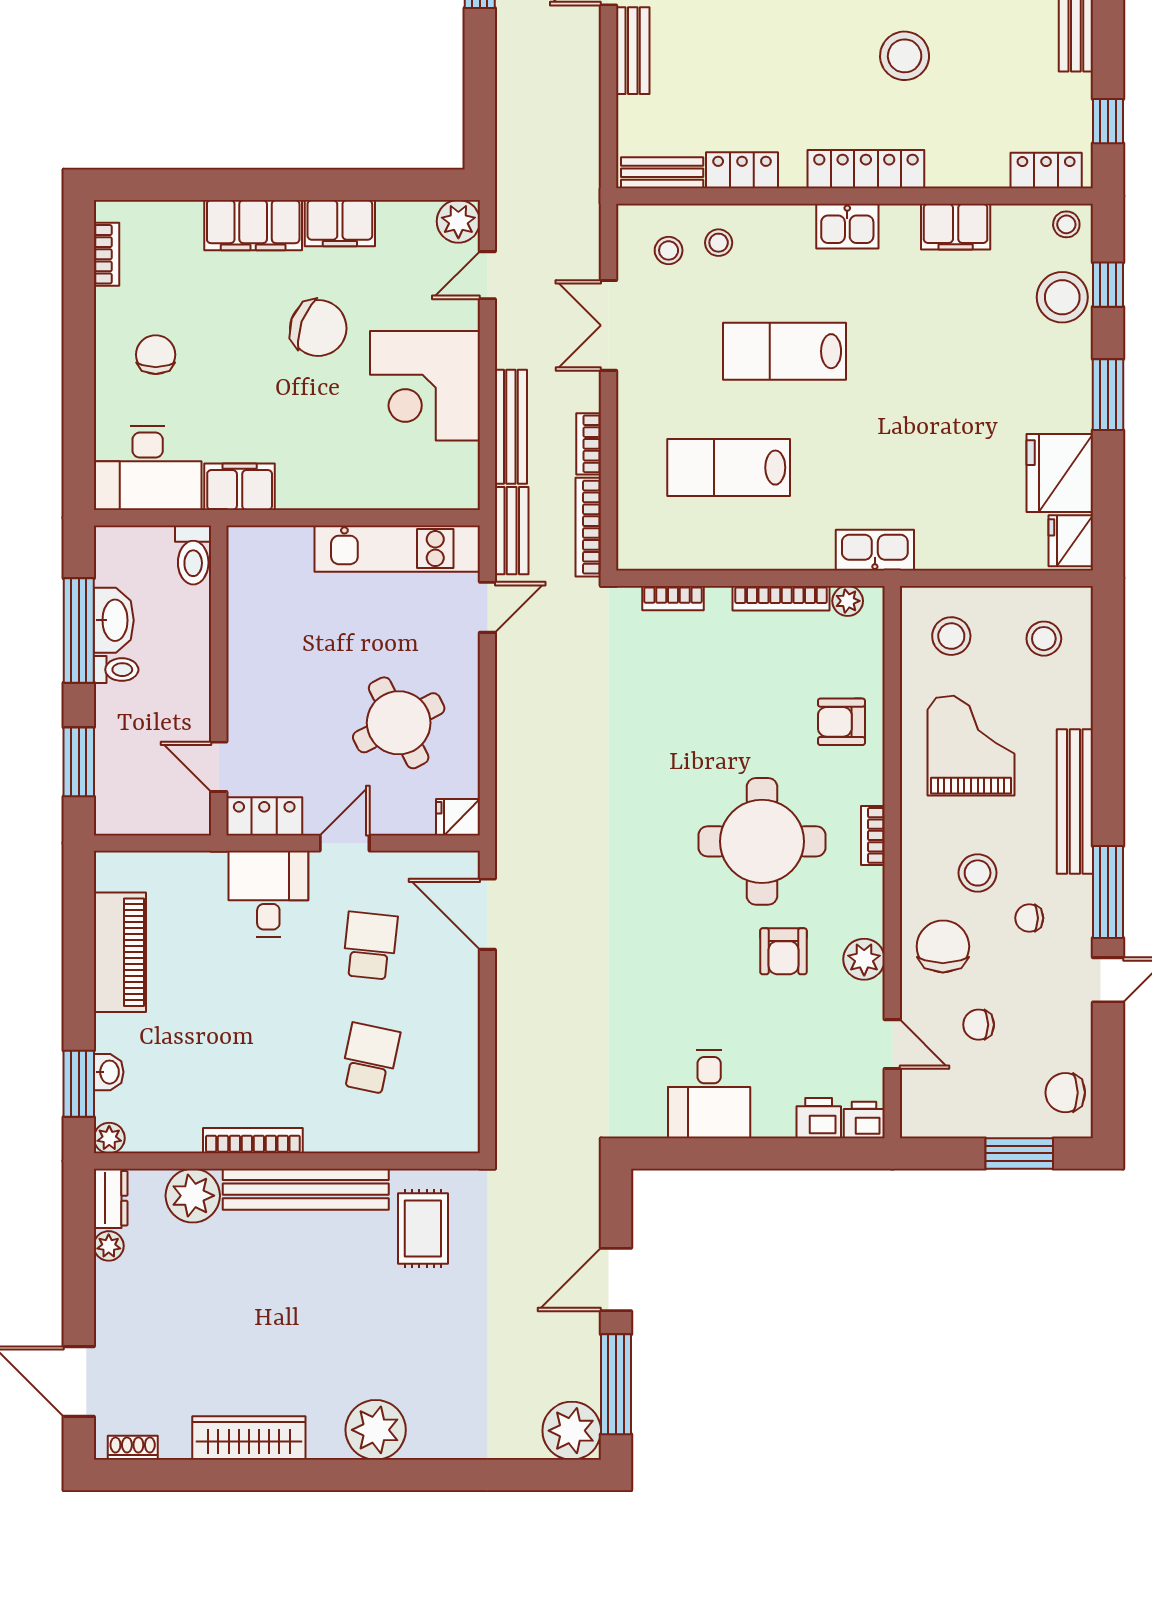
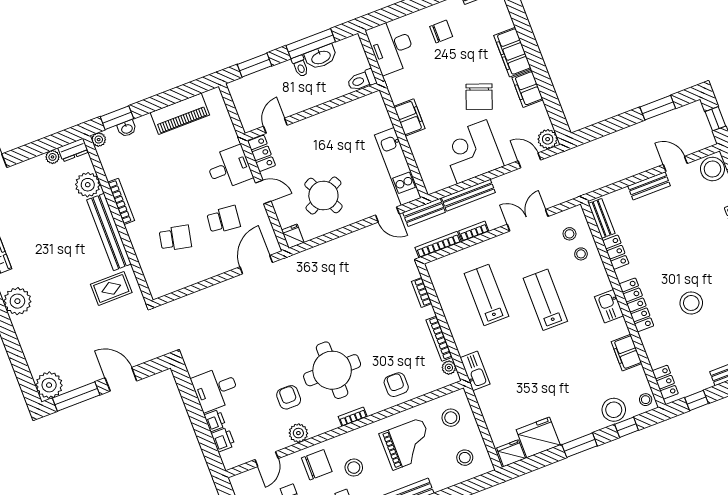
filing cabinet: (240, 487) -> (409, 117), moved
armchair: (783, 951) -> (289, 397), turned 90
printer: (864, 1120) -> (215, 421), moved

